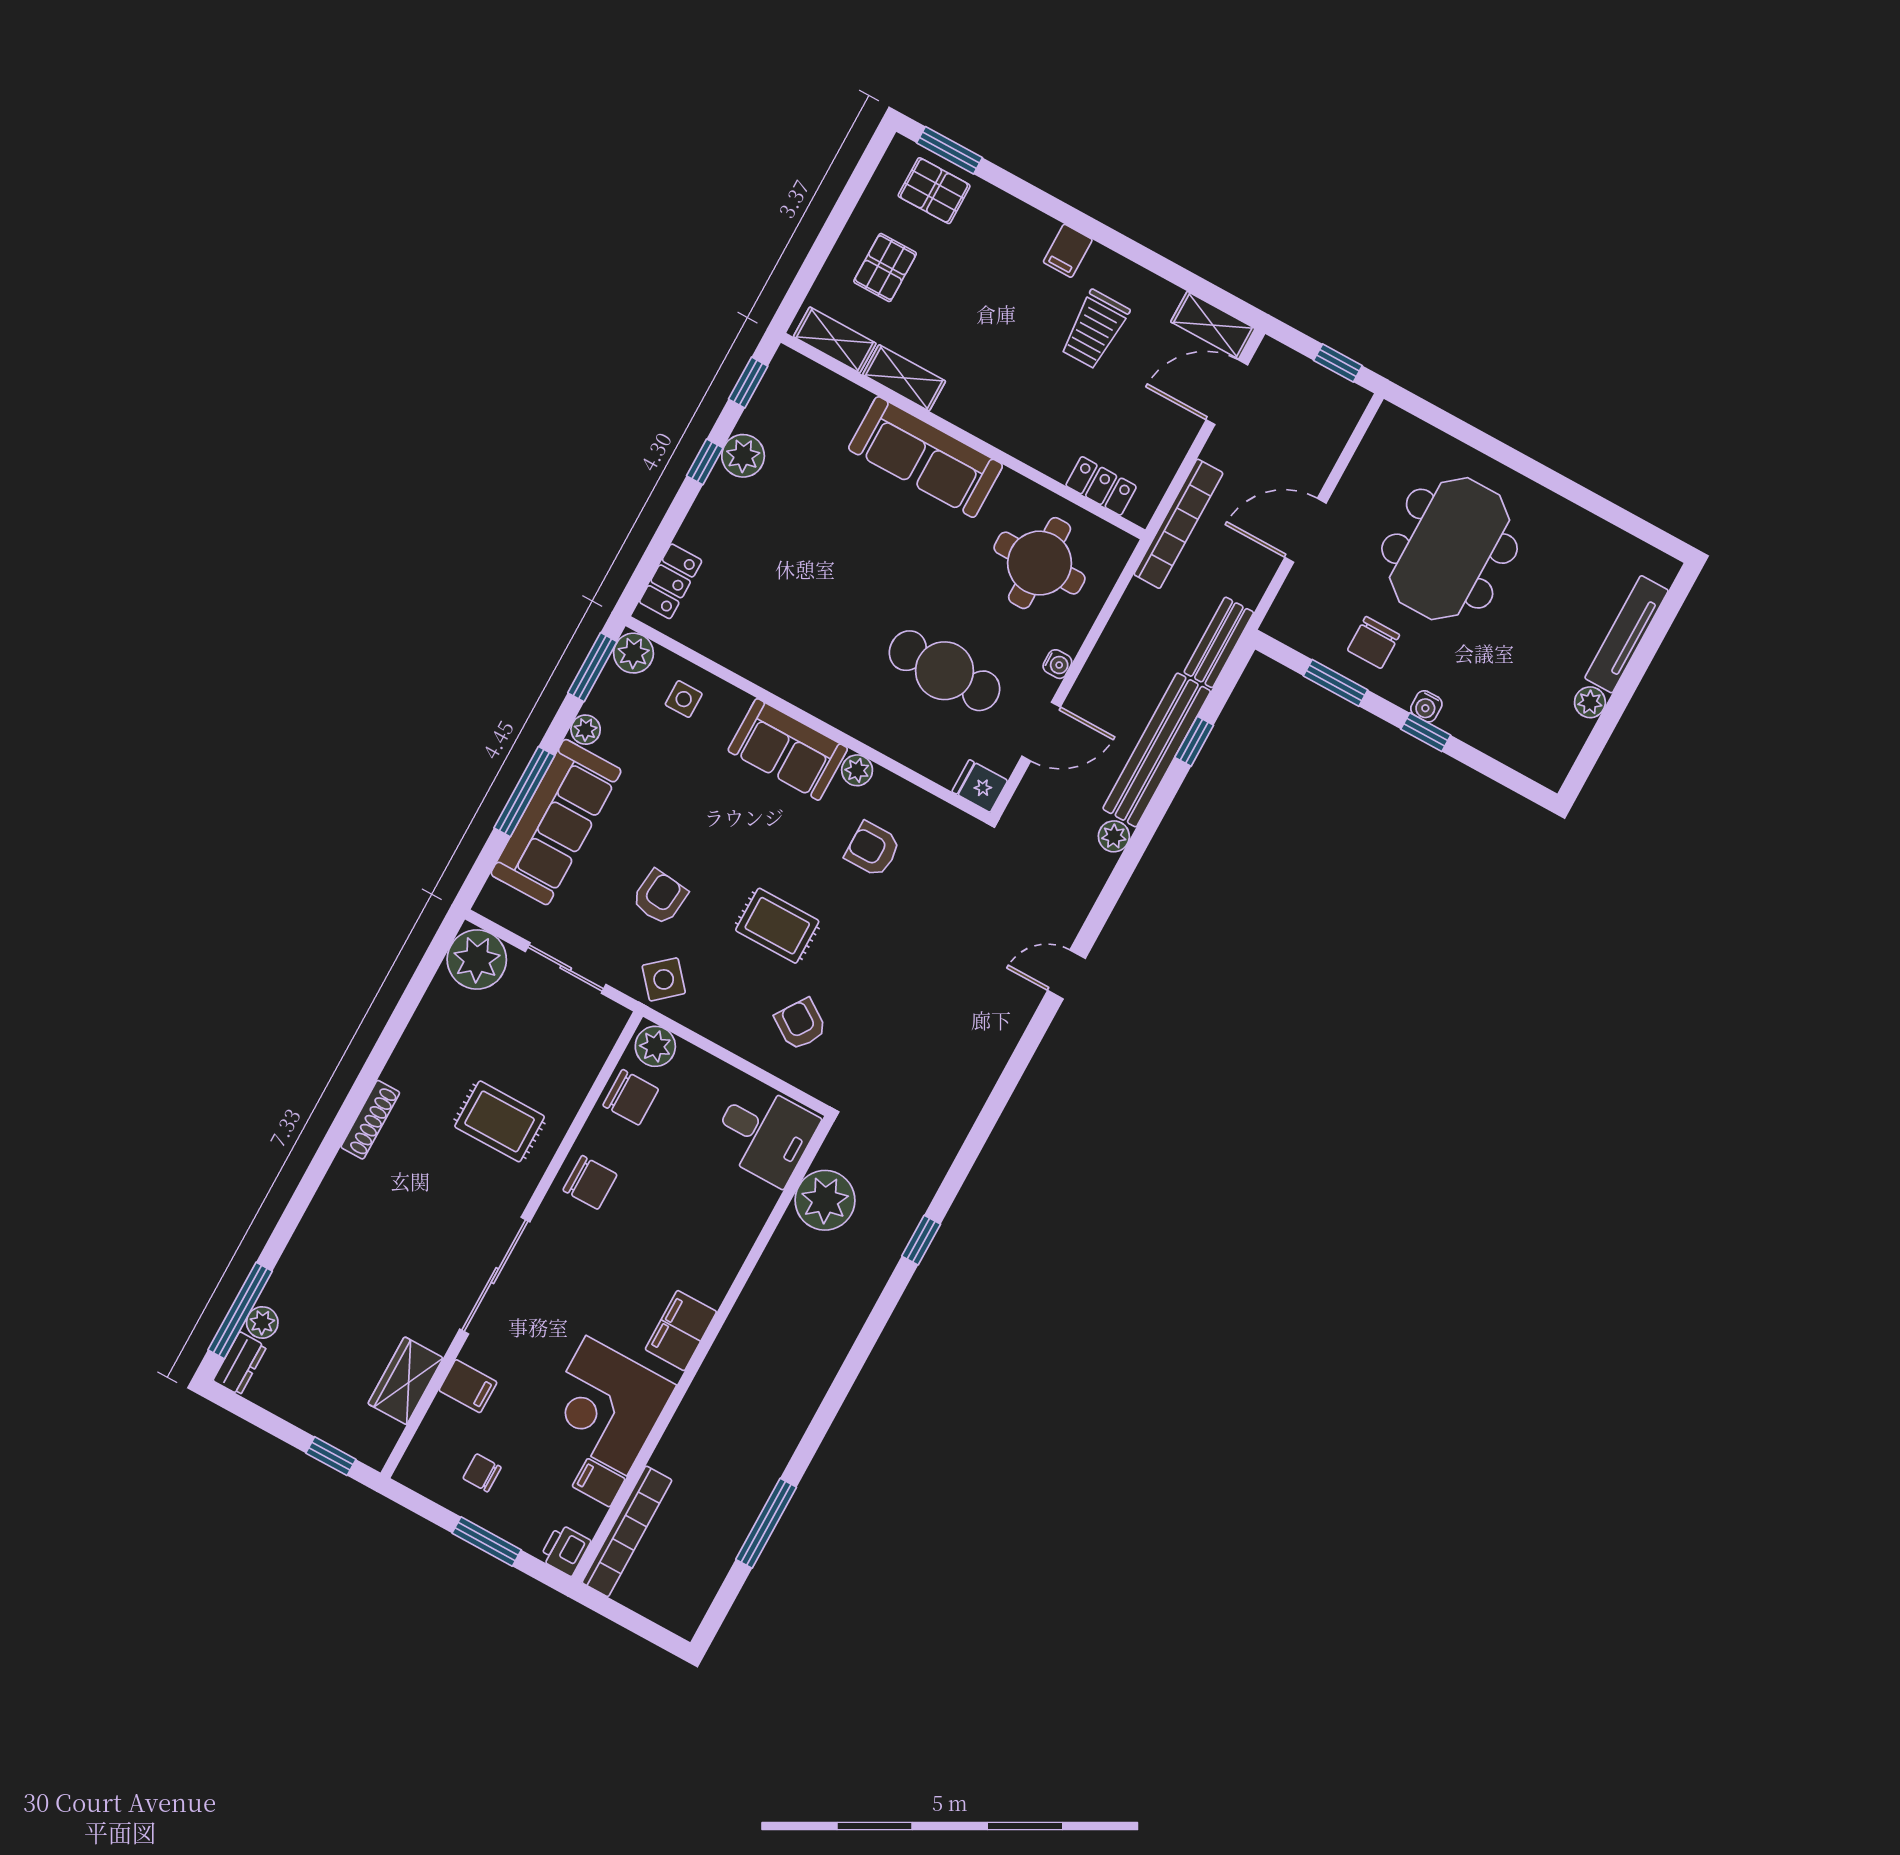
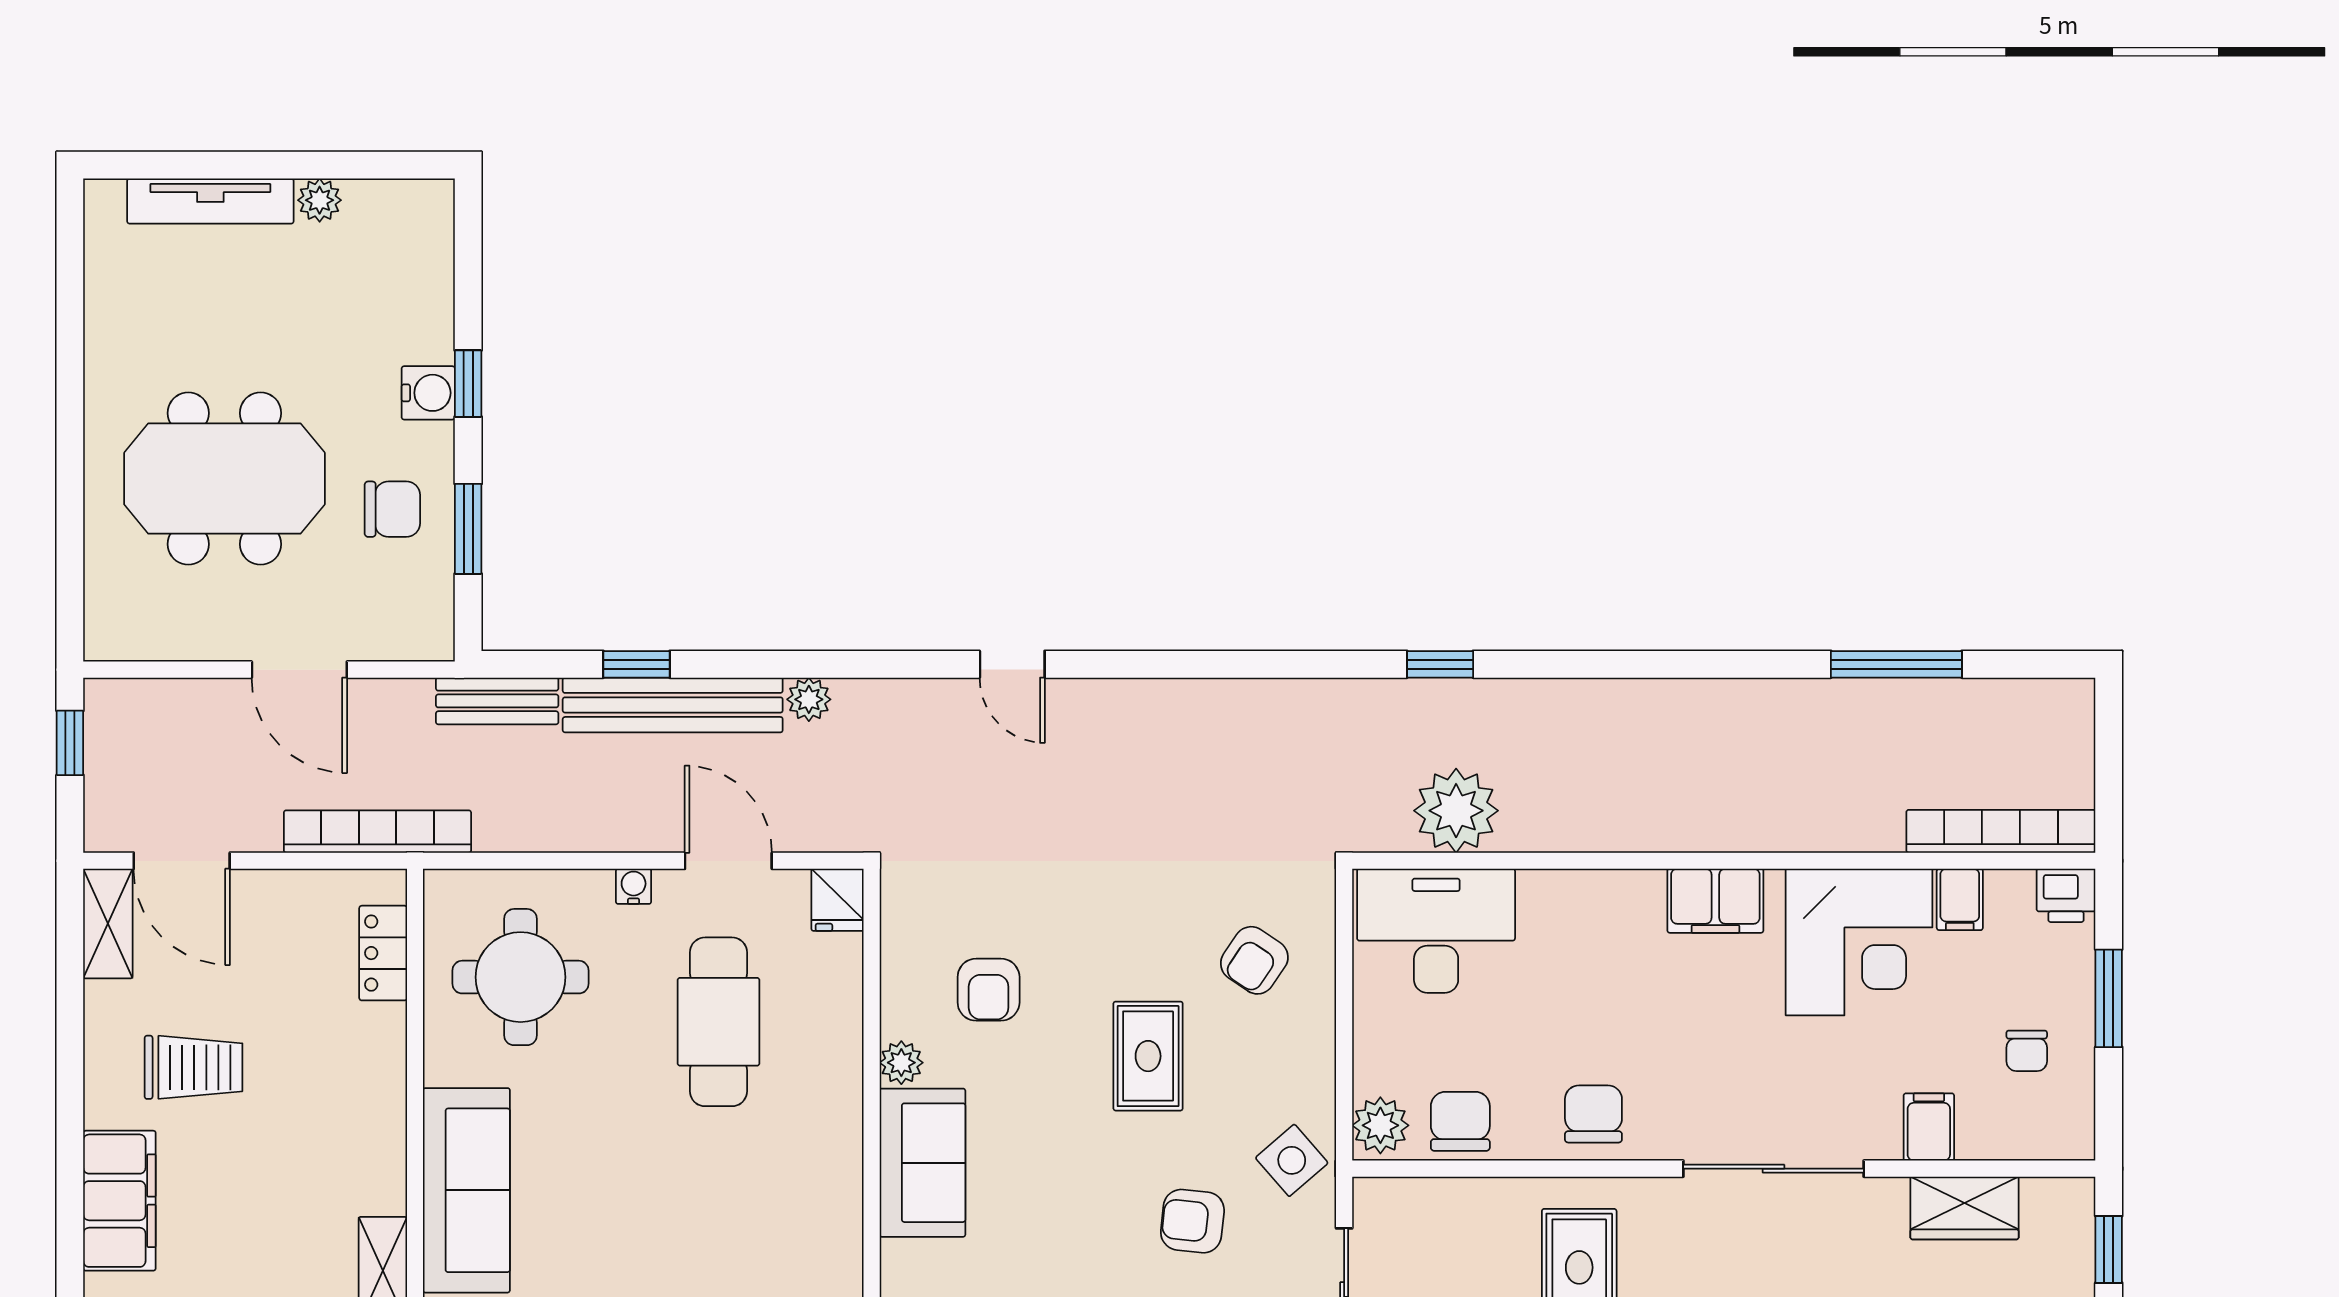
filing cabinet: (1068, 251) -> (119, 1201), width x3.00, depth x1.17
water cooler: (1426, 706) -> (428, 393), width x1.38, depth x1.38
desk: (764, 1134) -> (1436, 931), width x1.37

